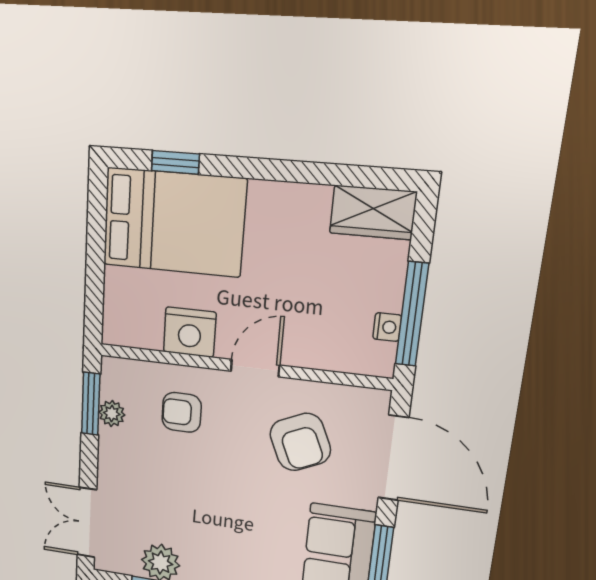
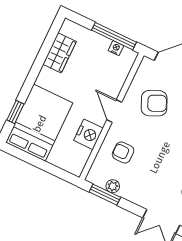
wardrobe: (373, 213) -> (60, 53), moved
armchair: (182, 412) -> (123, 152), turned 90

